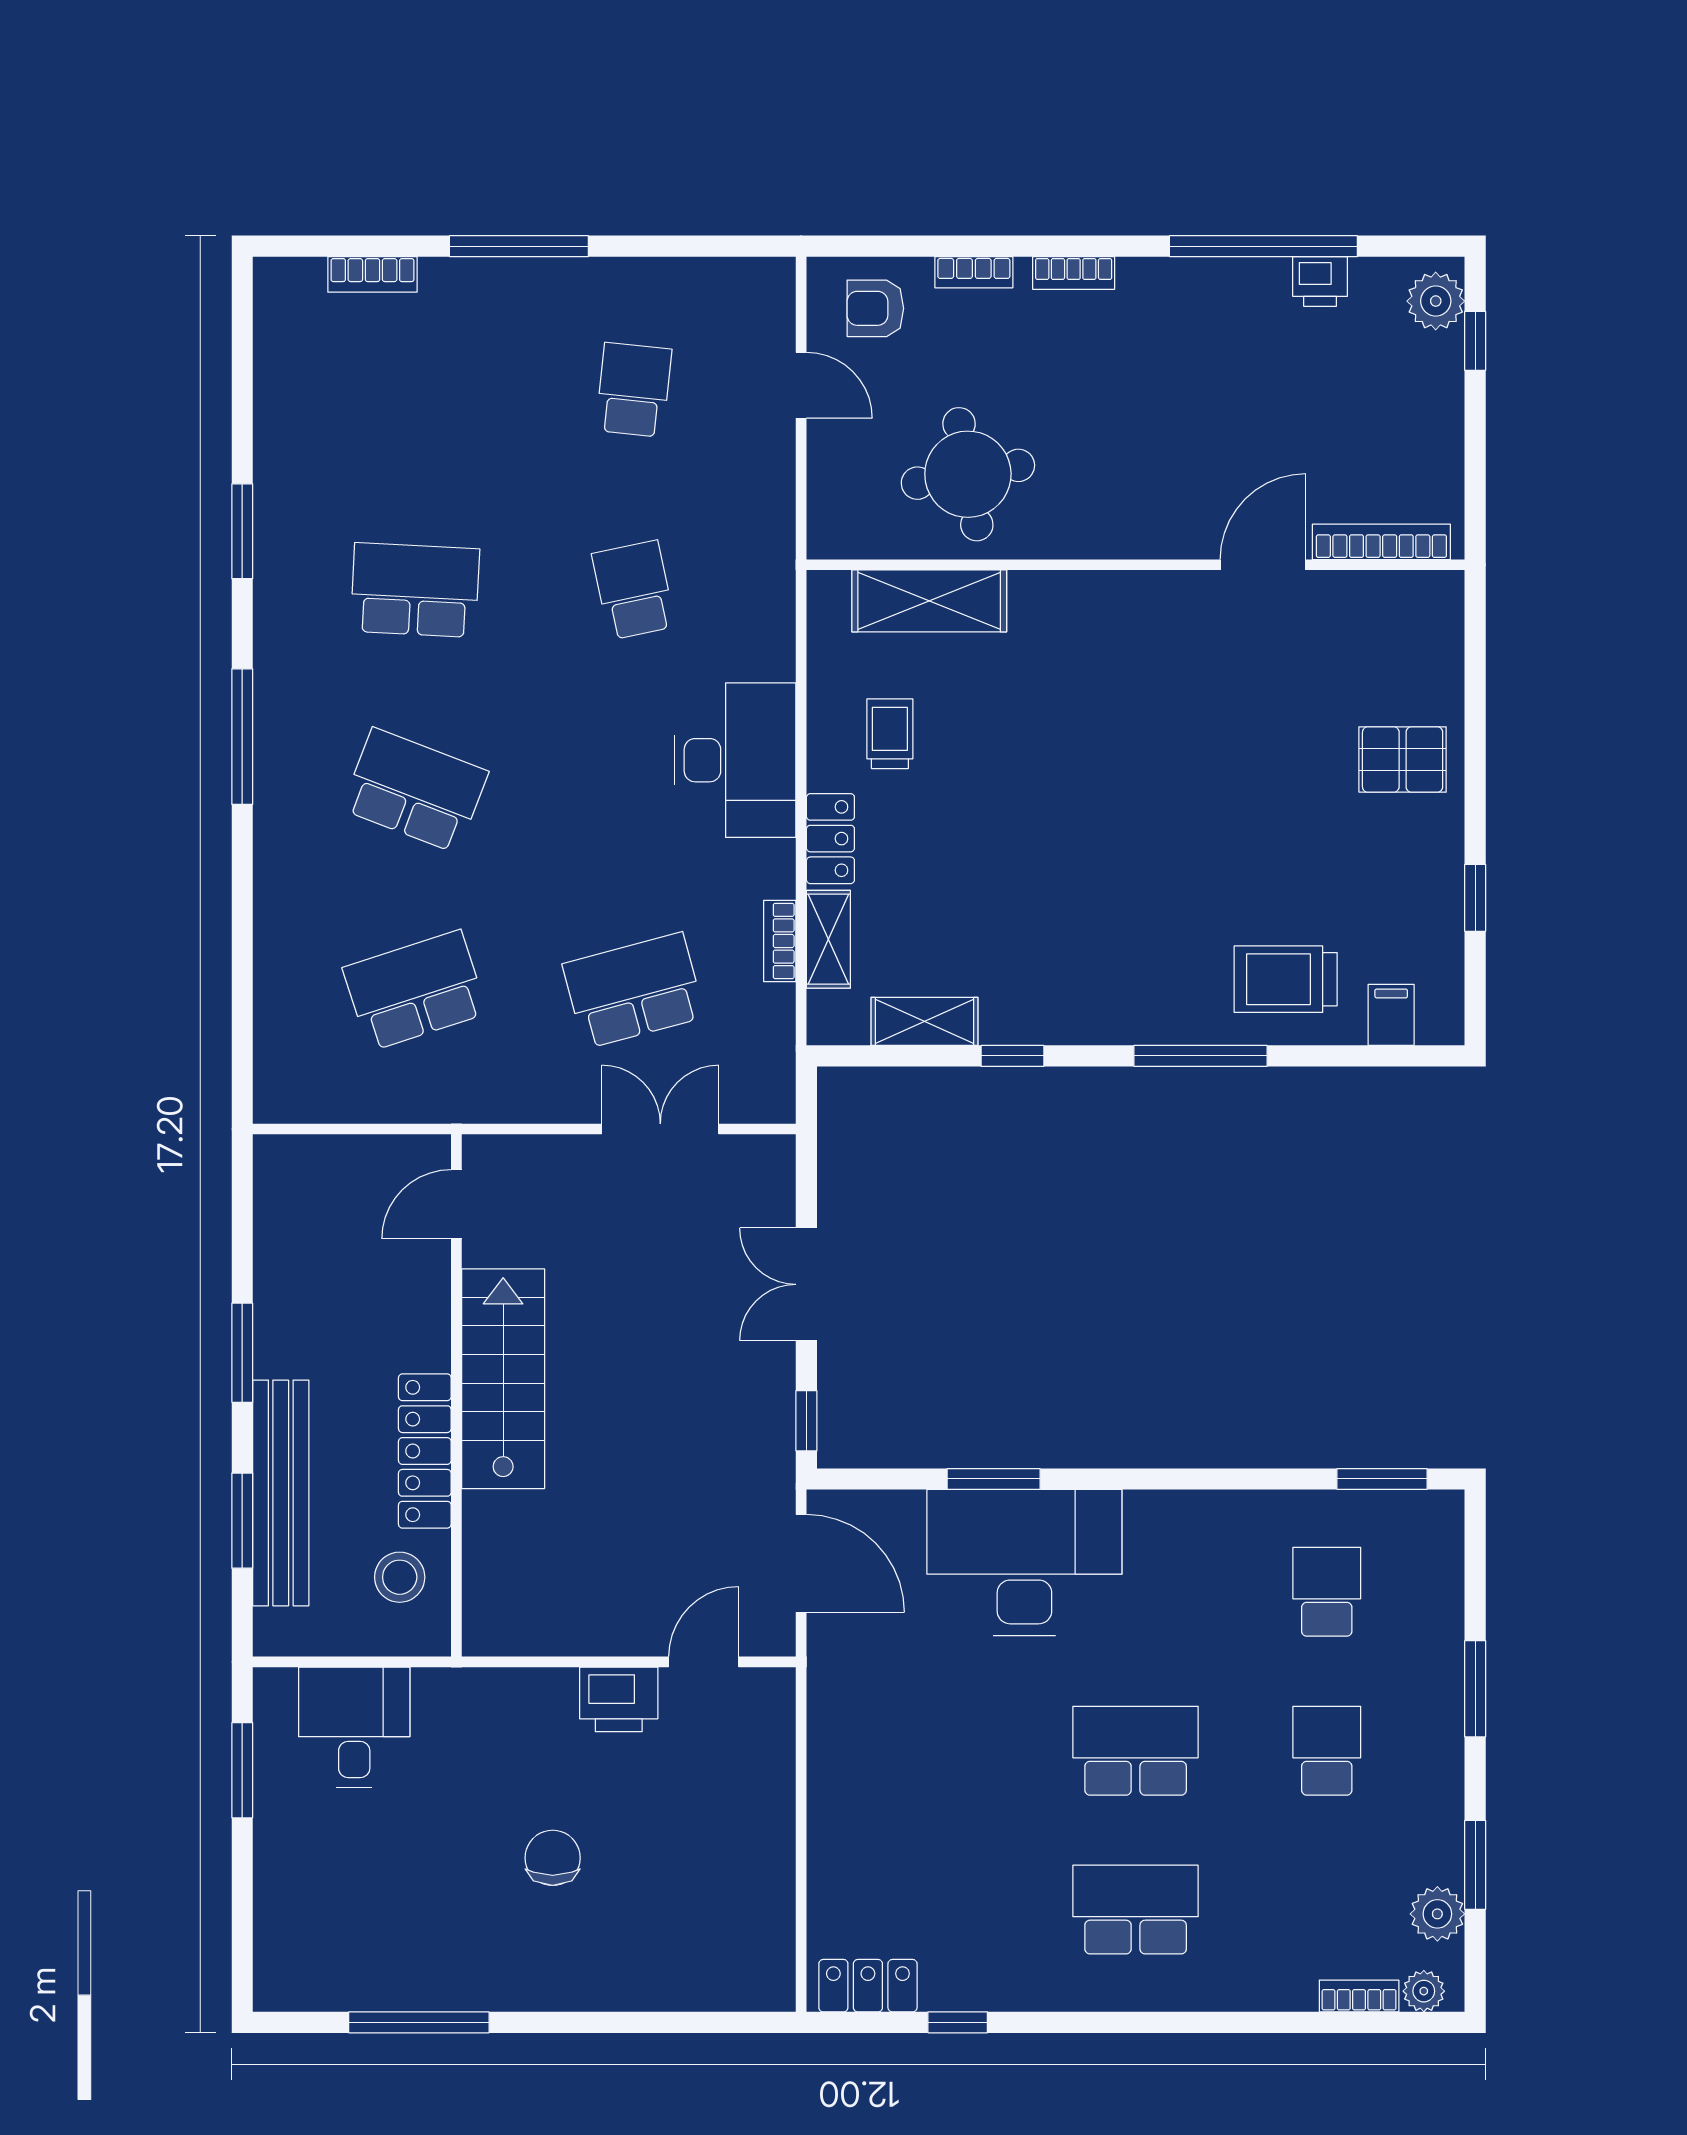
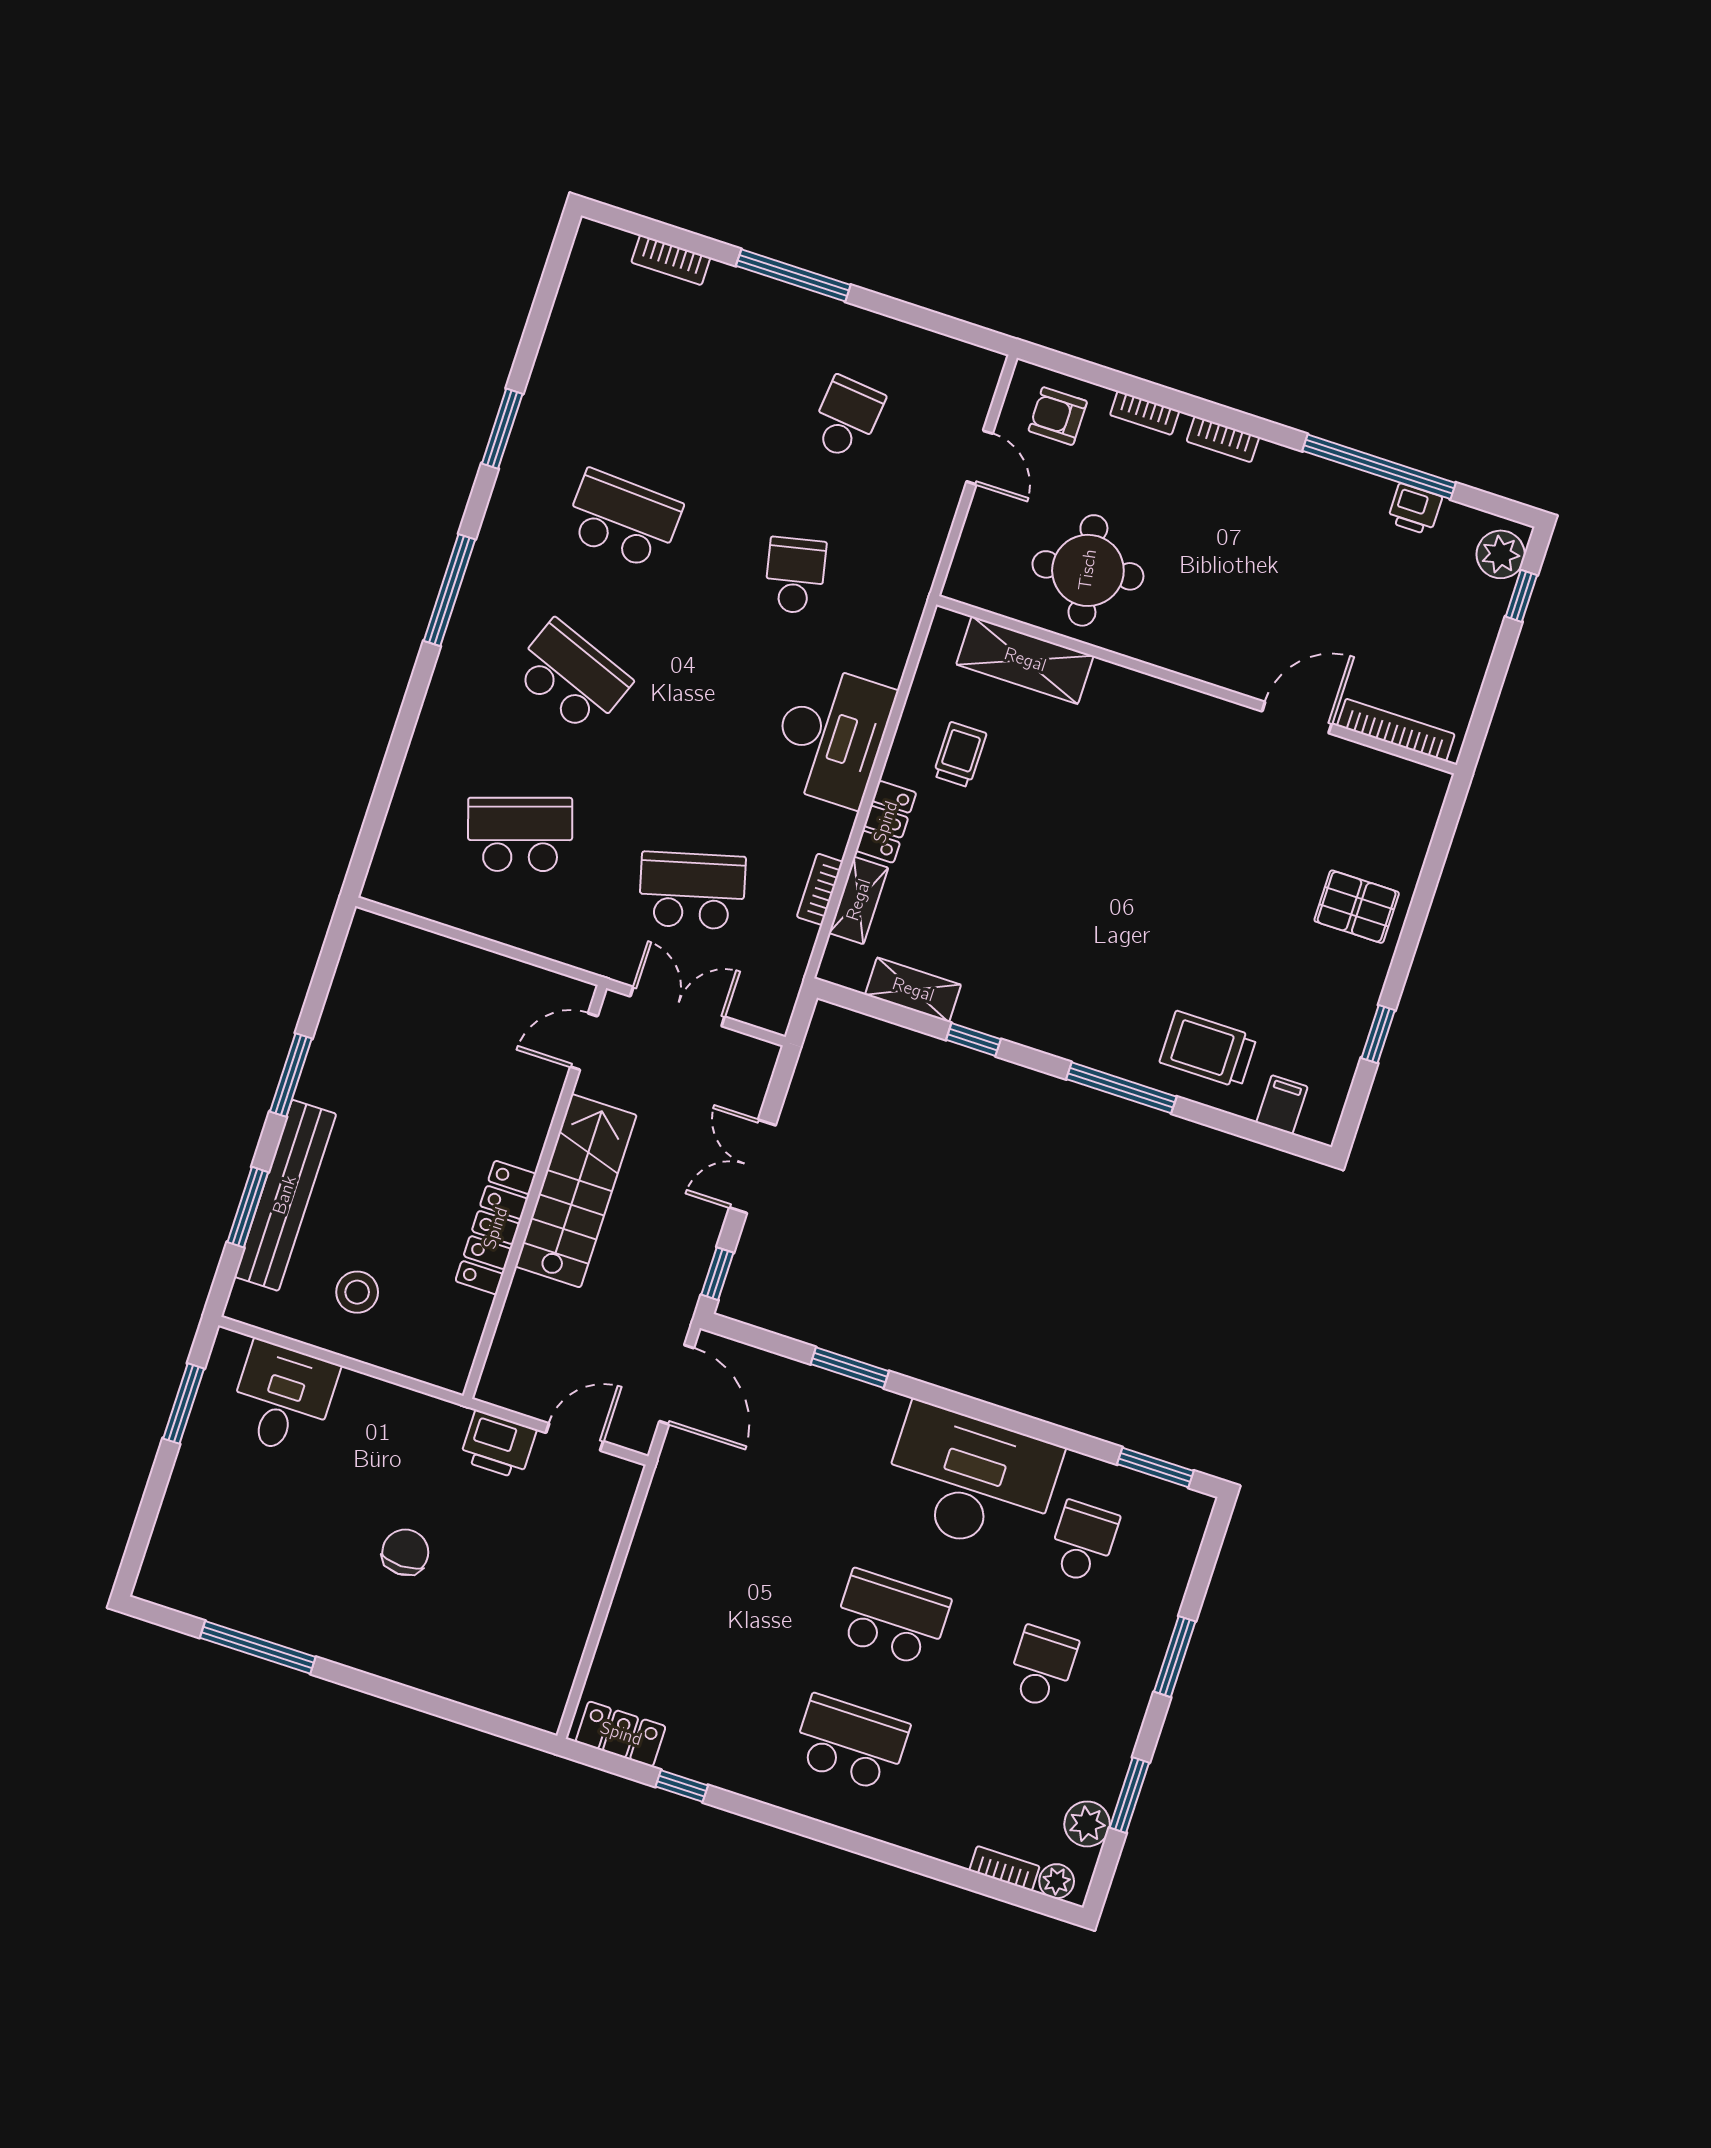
door: (456, 1204) -> (584, 1042), moved
stairs: (503, 1379) -> (576, 1191), moved
wall: (456, 1395) -> (535, 1192), moved
locker: (425, 1451) -> (496, 1228), moved
desk: (1024, 1563) -> (971, 1480), moved

